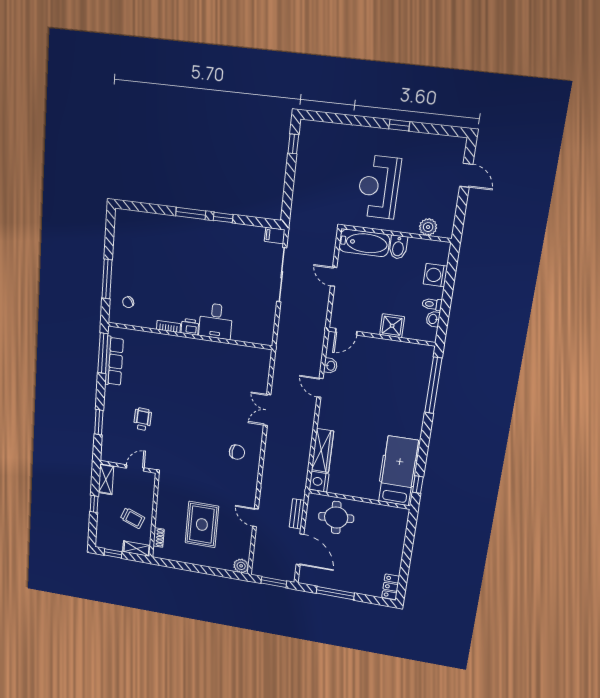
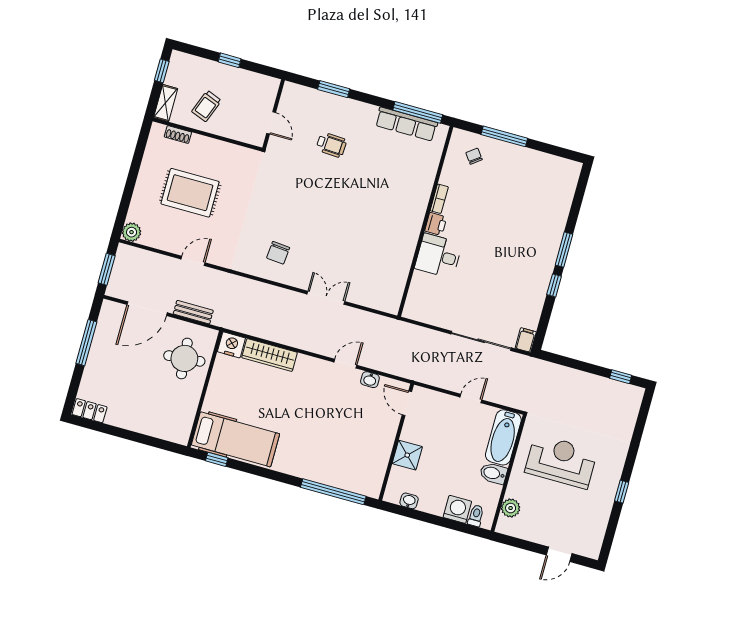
toilet: (432, 304) -> (476, 516), moved
shelving: (106, 479) -> (260, 83), removed

